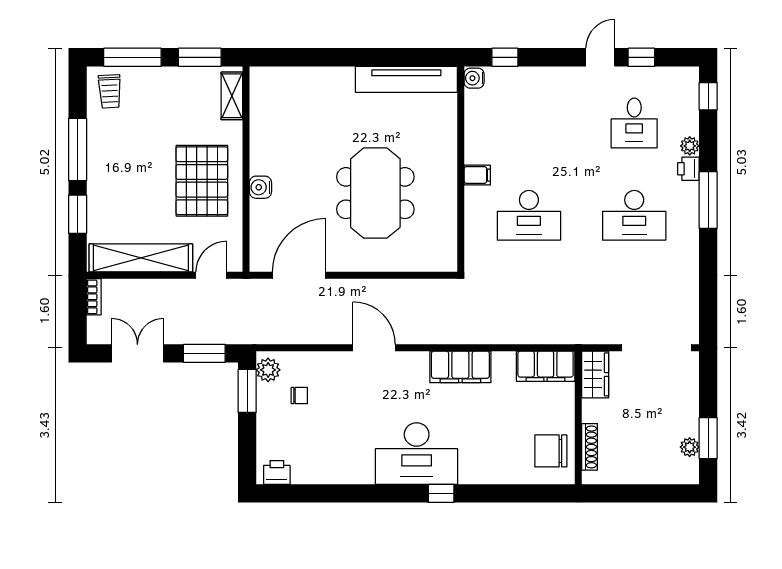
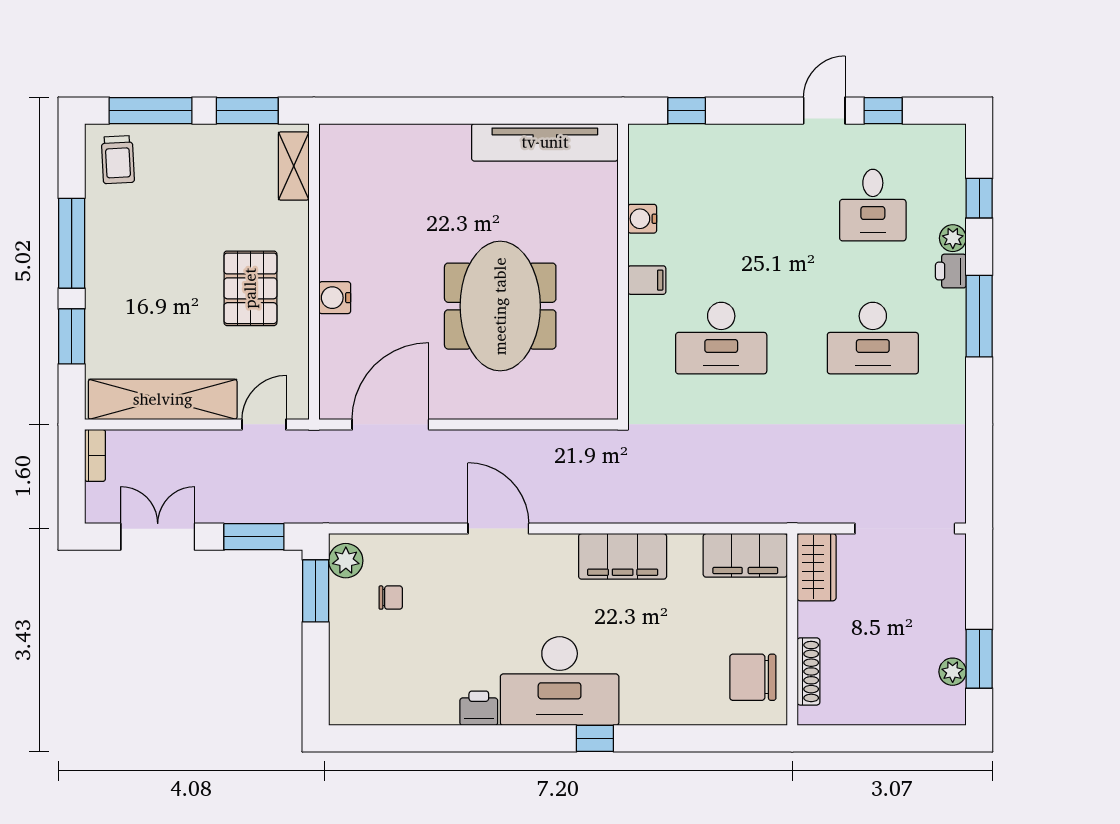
water cooler: (474, 78) -> (642, 219), moved
window: (708, 96) -> (979, 198), moved
pallet: (202, 181) -> (250, 288), width x0.73, depth x0.71
printer: (277, 472) -> (479, 708), moved

